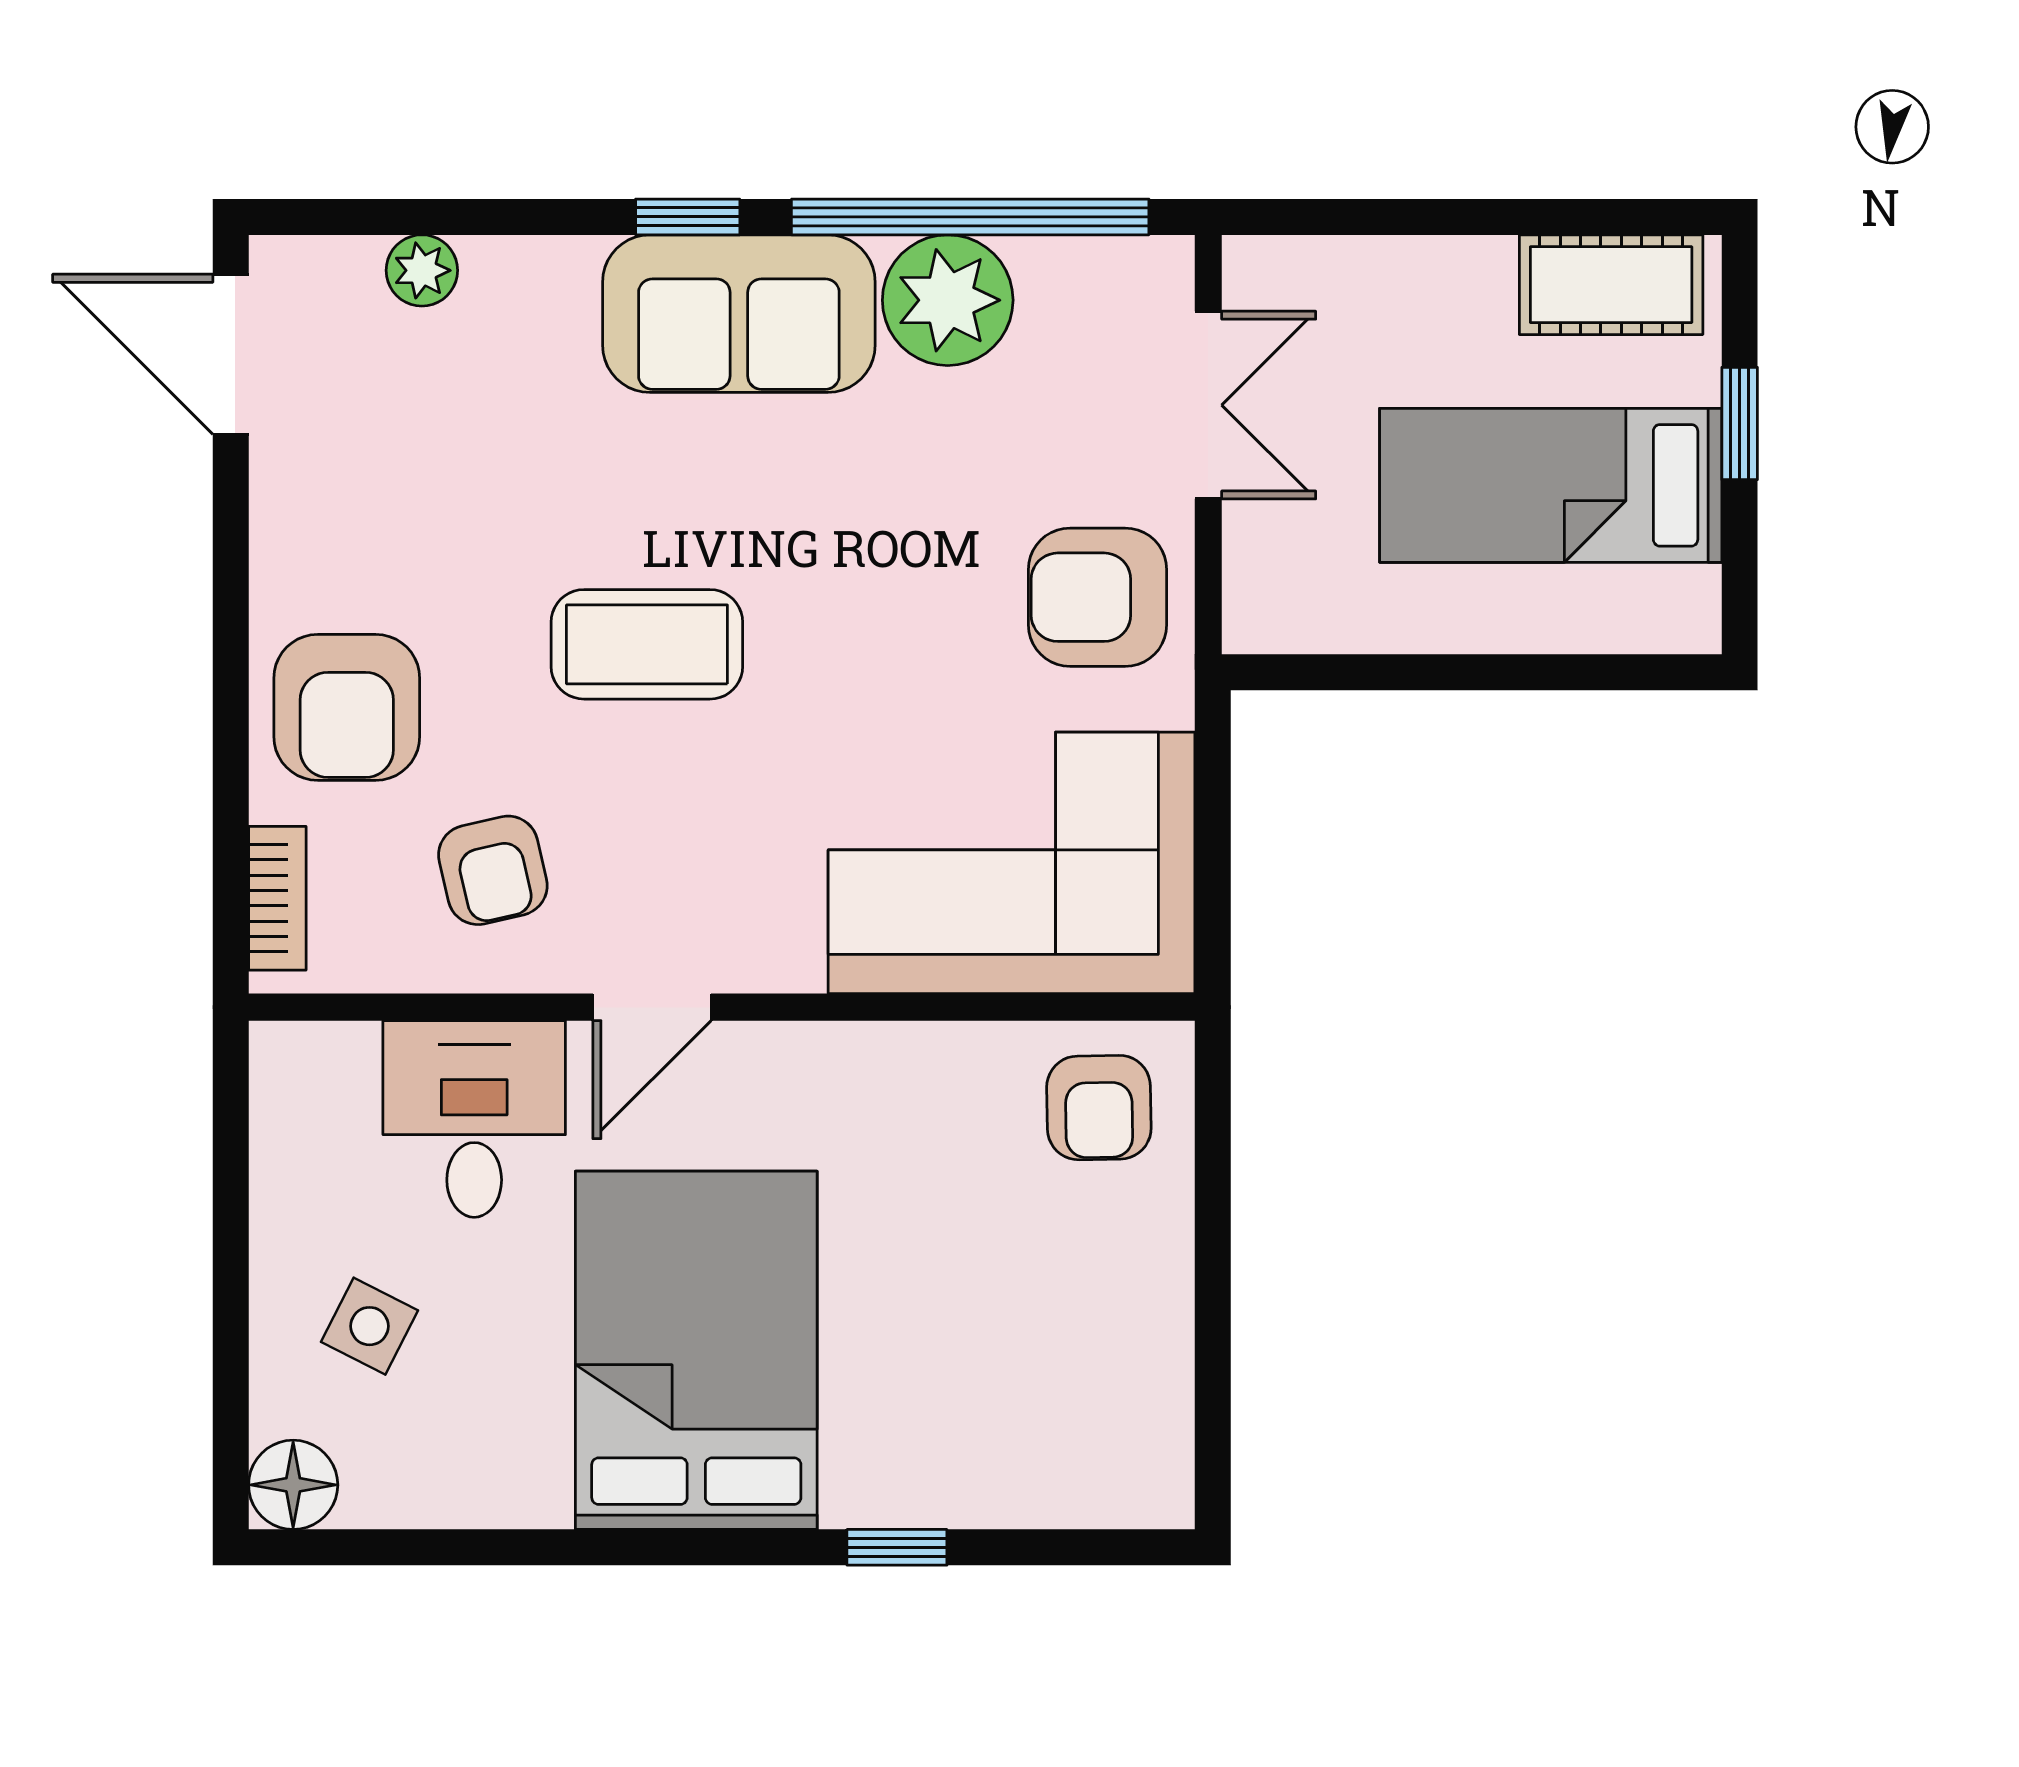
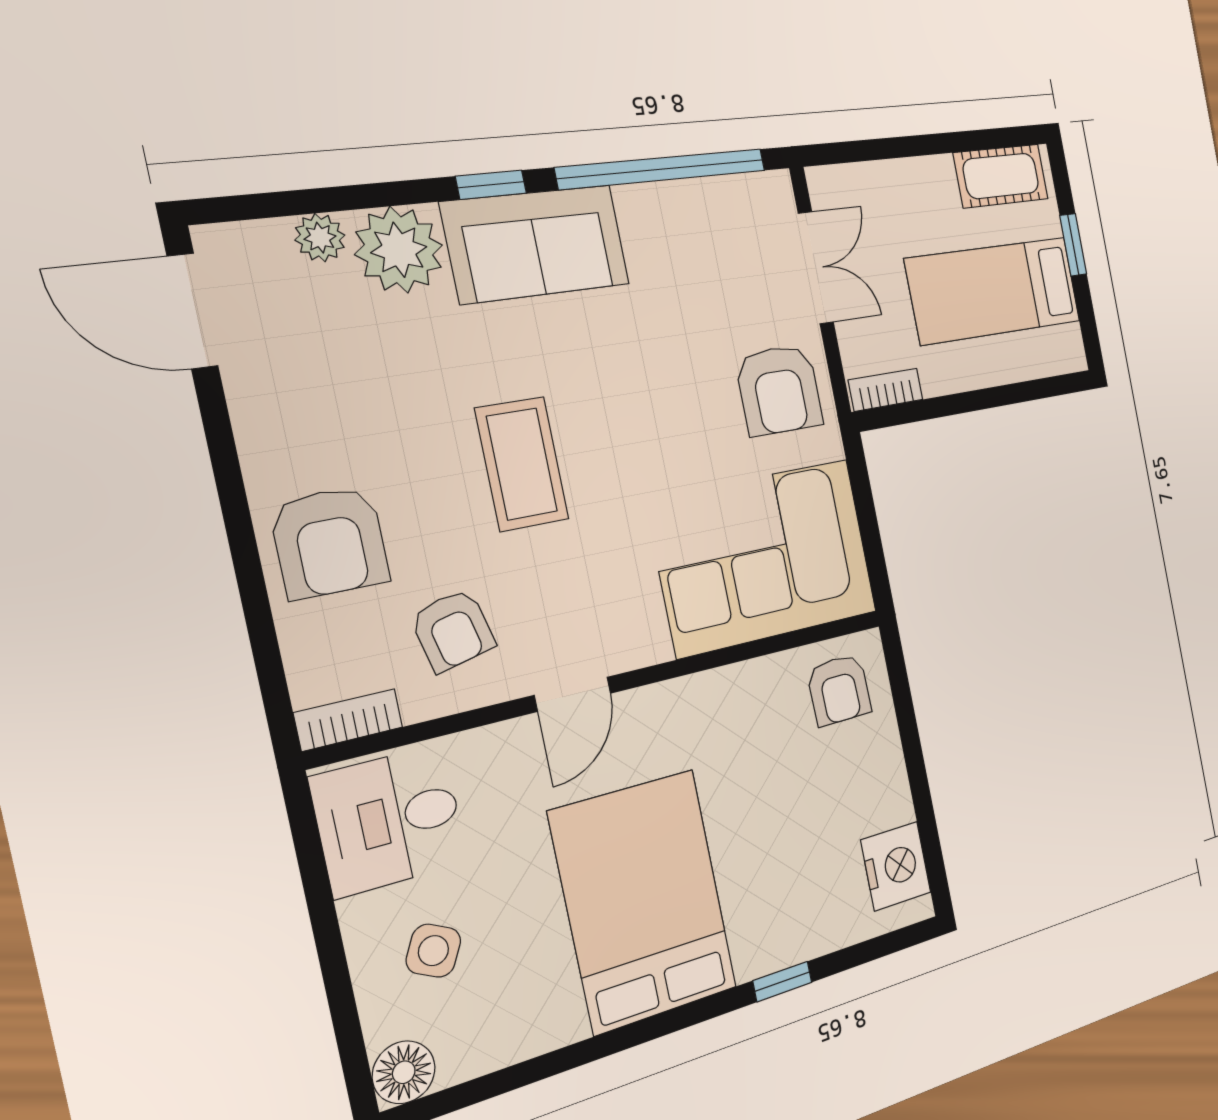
plant: (948, 300) -> (399, 250), moved
armchair: (1098, 597) -> (779, 390), turned -90
bookcase: (1296, 627) -> (886, 390), added
coffee table: (647, 644) -> (522, 464), turned 90
bookcase: (277, 898) -> (348, 720), moved, turned -90
desk: (474, 1119) -> (389, 820), moved, turned -90
nightstand: (1139, 1425) -> (896, 866), added

